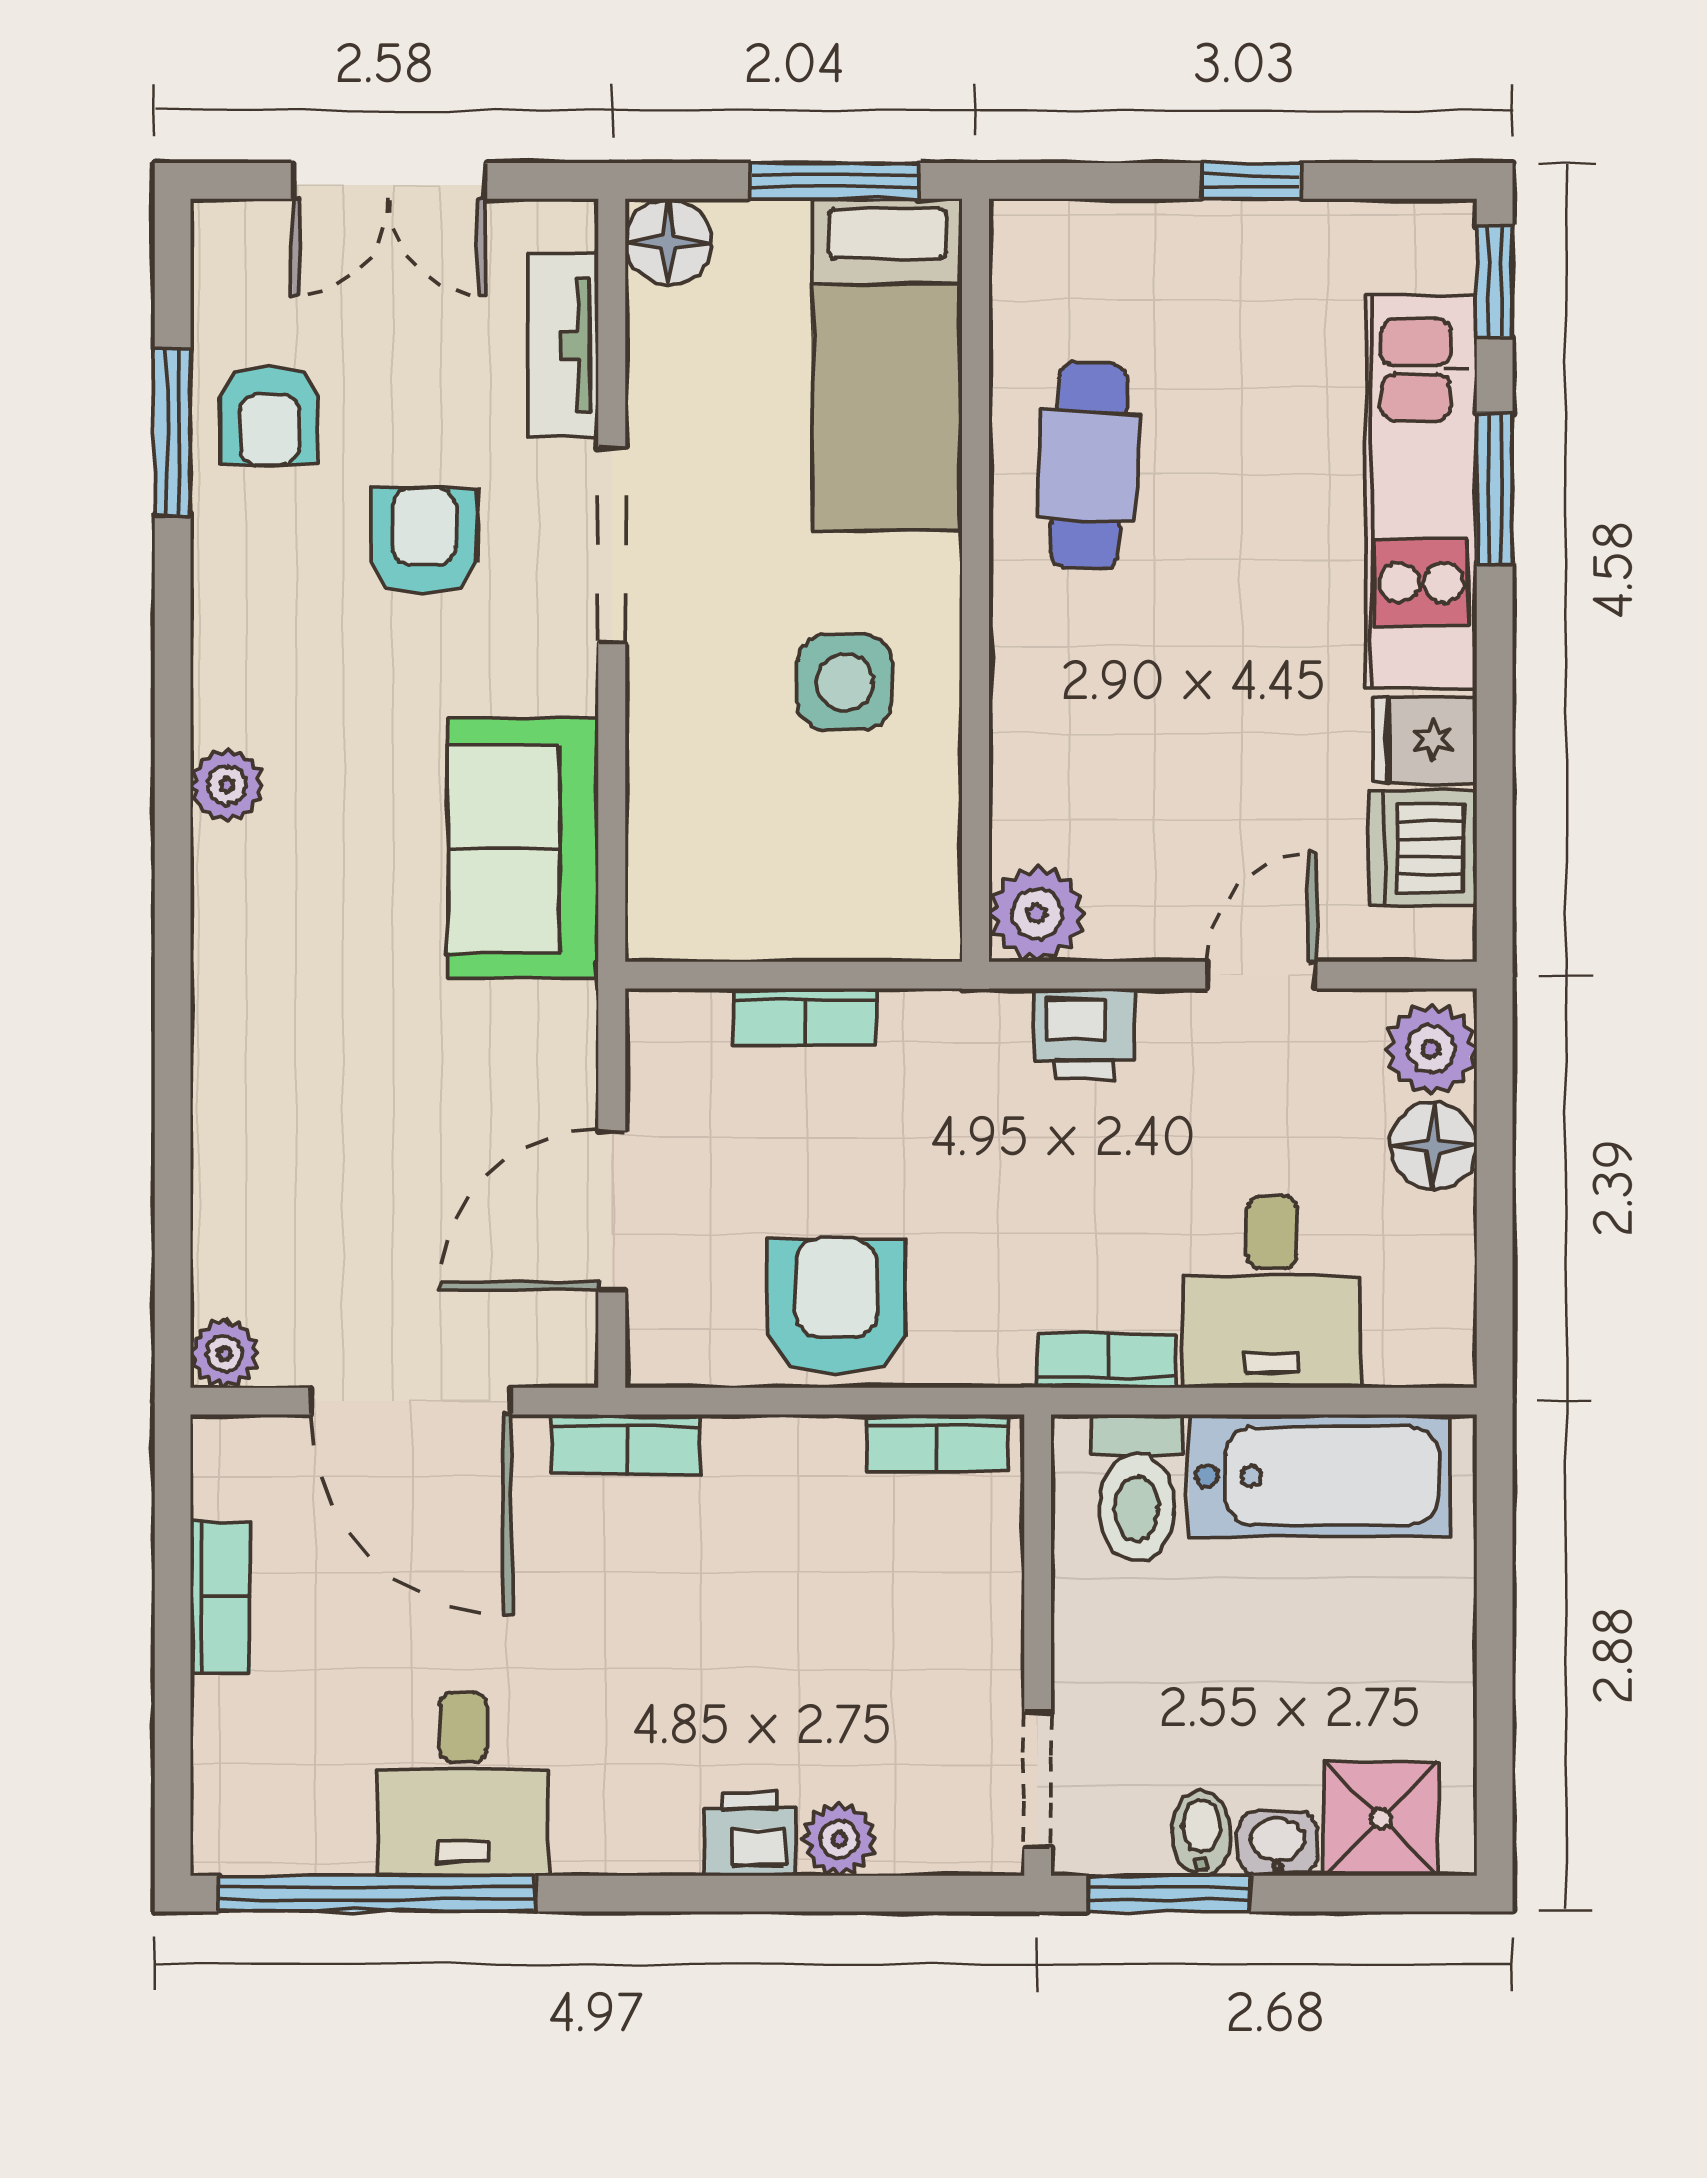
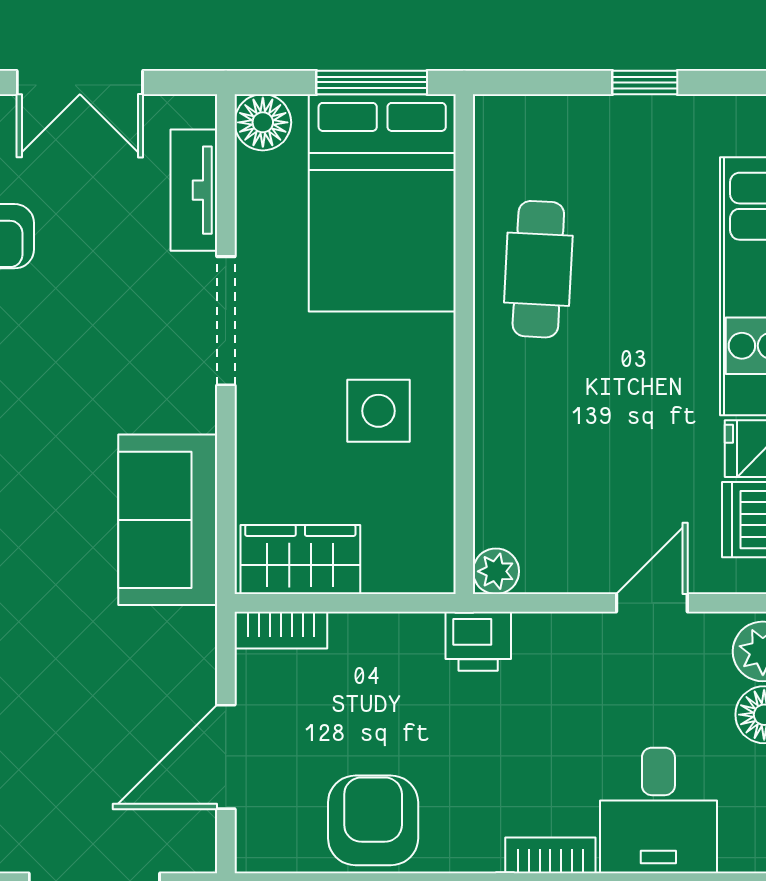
bed: (888, 365) -> (382, 203), width x1.50
armchair: (424, 541) -> (103, 319), removed
wardrobe: (725, 909) -> (300, 560), added
plant: (1037, 914) -> (496, 571), width x0.73, depth x0.73
bookcase: (805, 1017) -> (281, 630), moved
printer: (1084, 1034) -> (478, 641), moved

